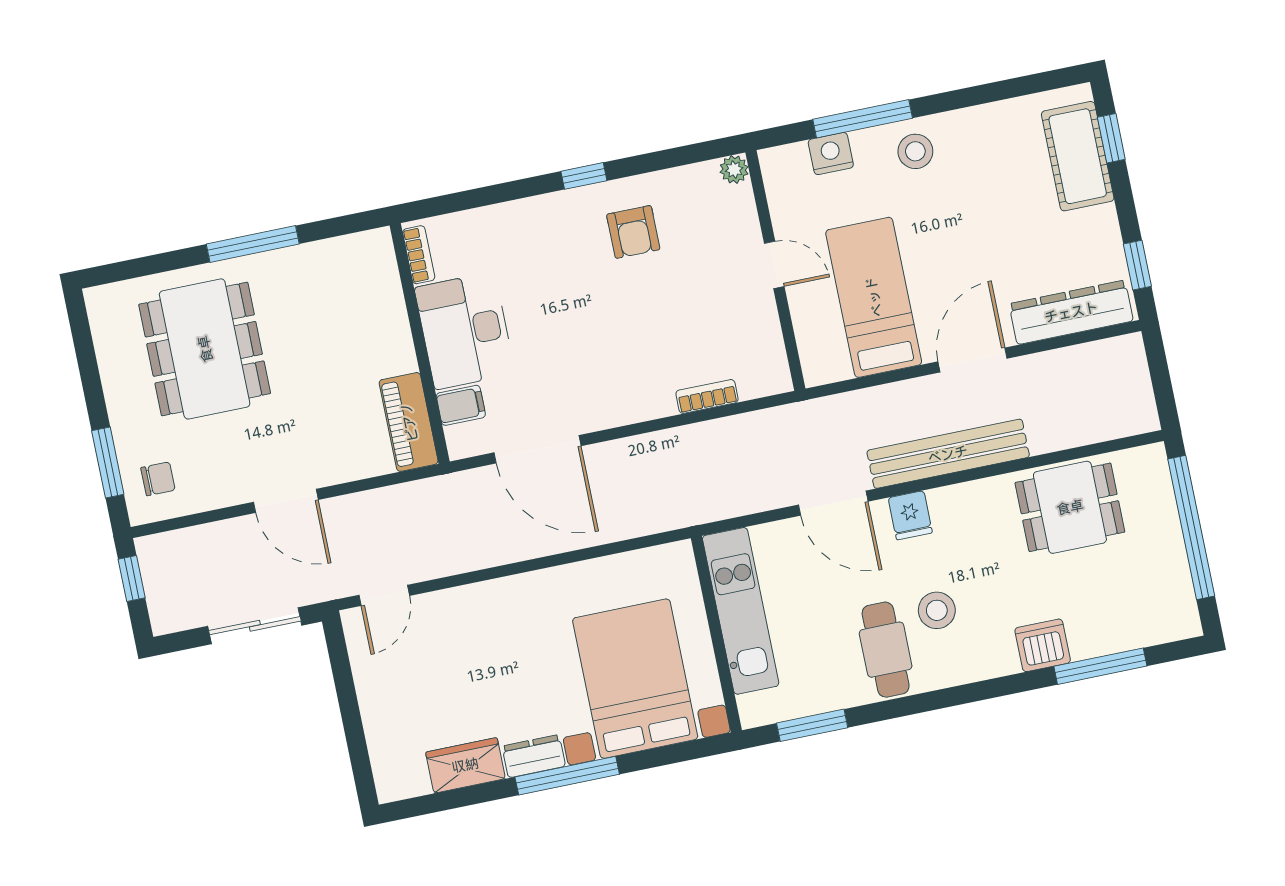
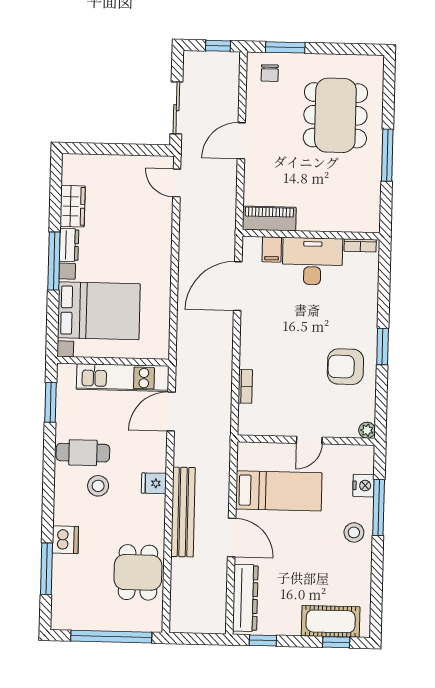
window: (584, 176) -> (383, 347), width x1.50
armchair: (633, 232) -> (345, 367), width x1.38, depth x1.38
dining table: (205, 349) -> (335, 115), turned 90
door: (833, 503) -> (171, 412), moved

